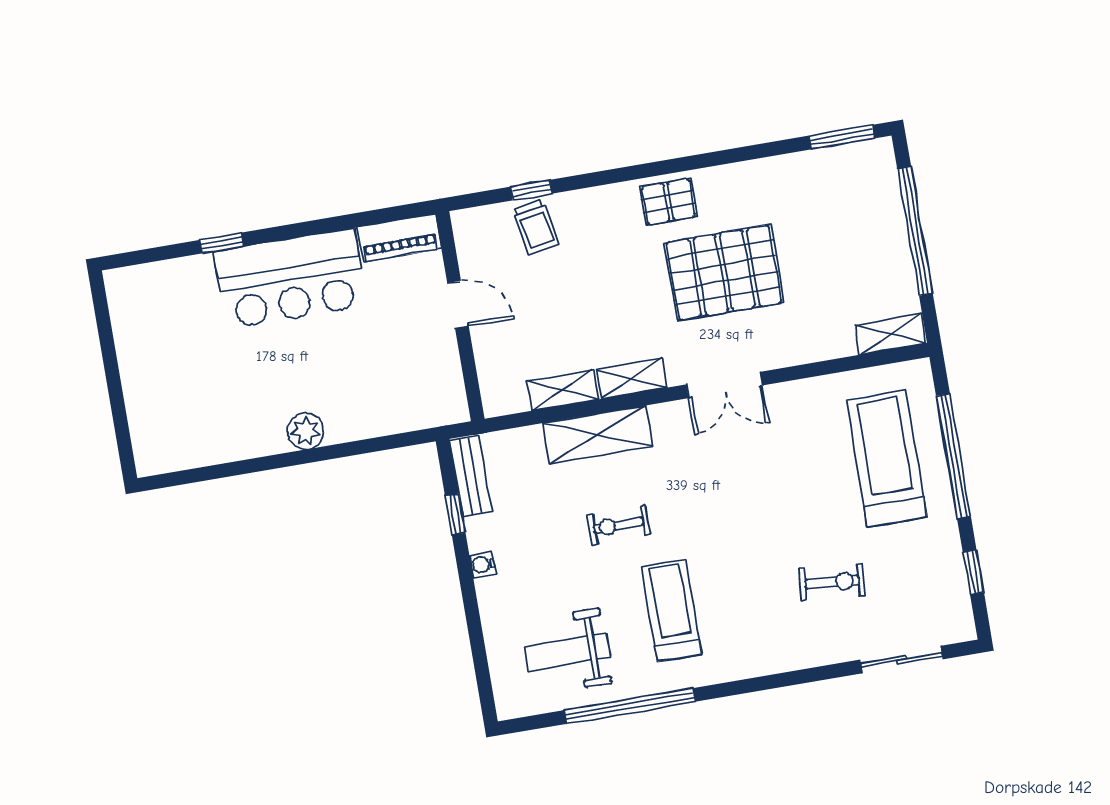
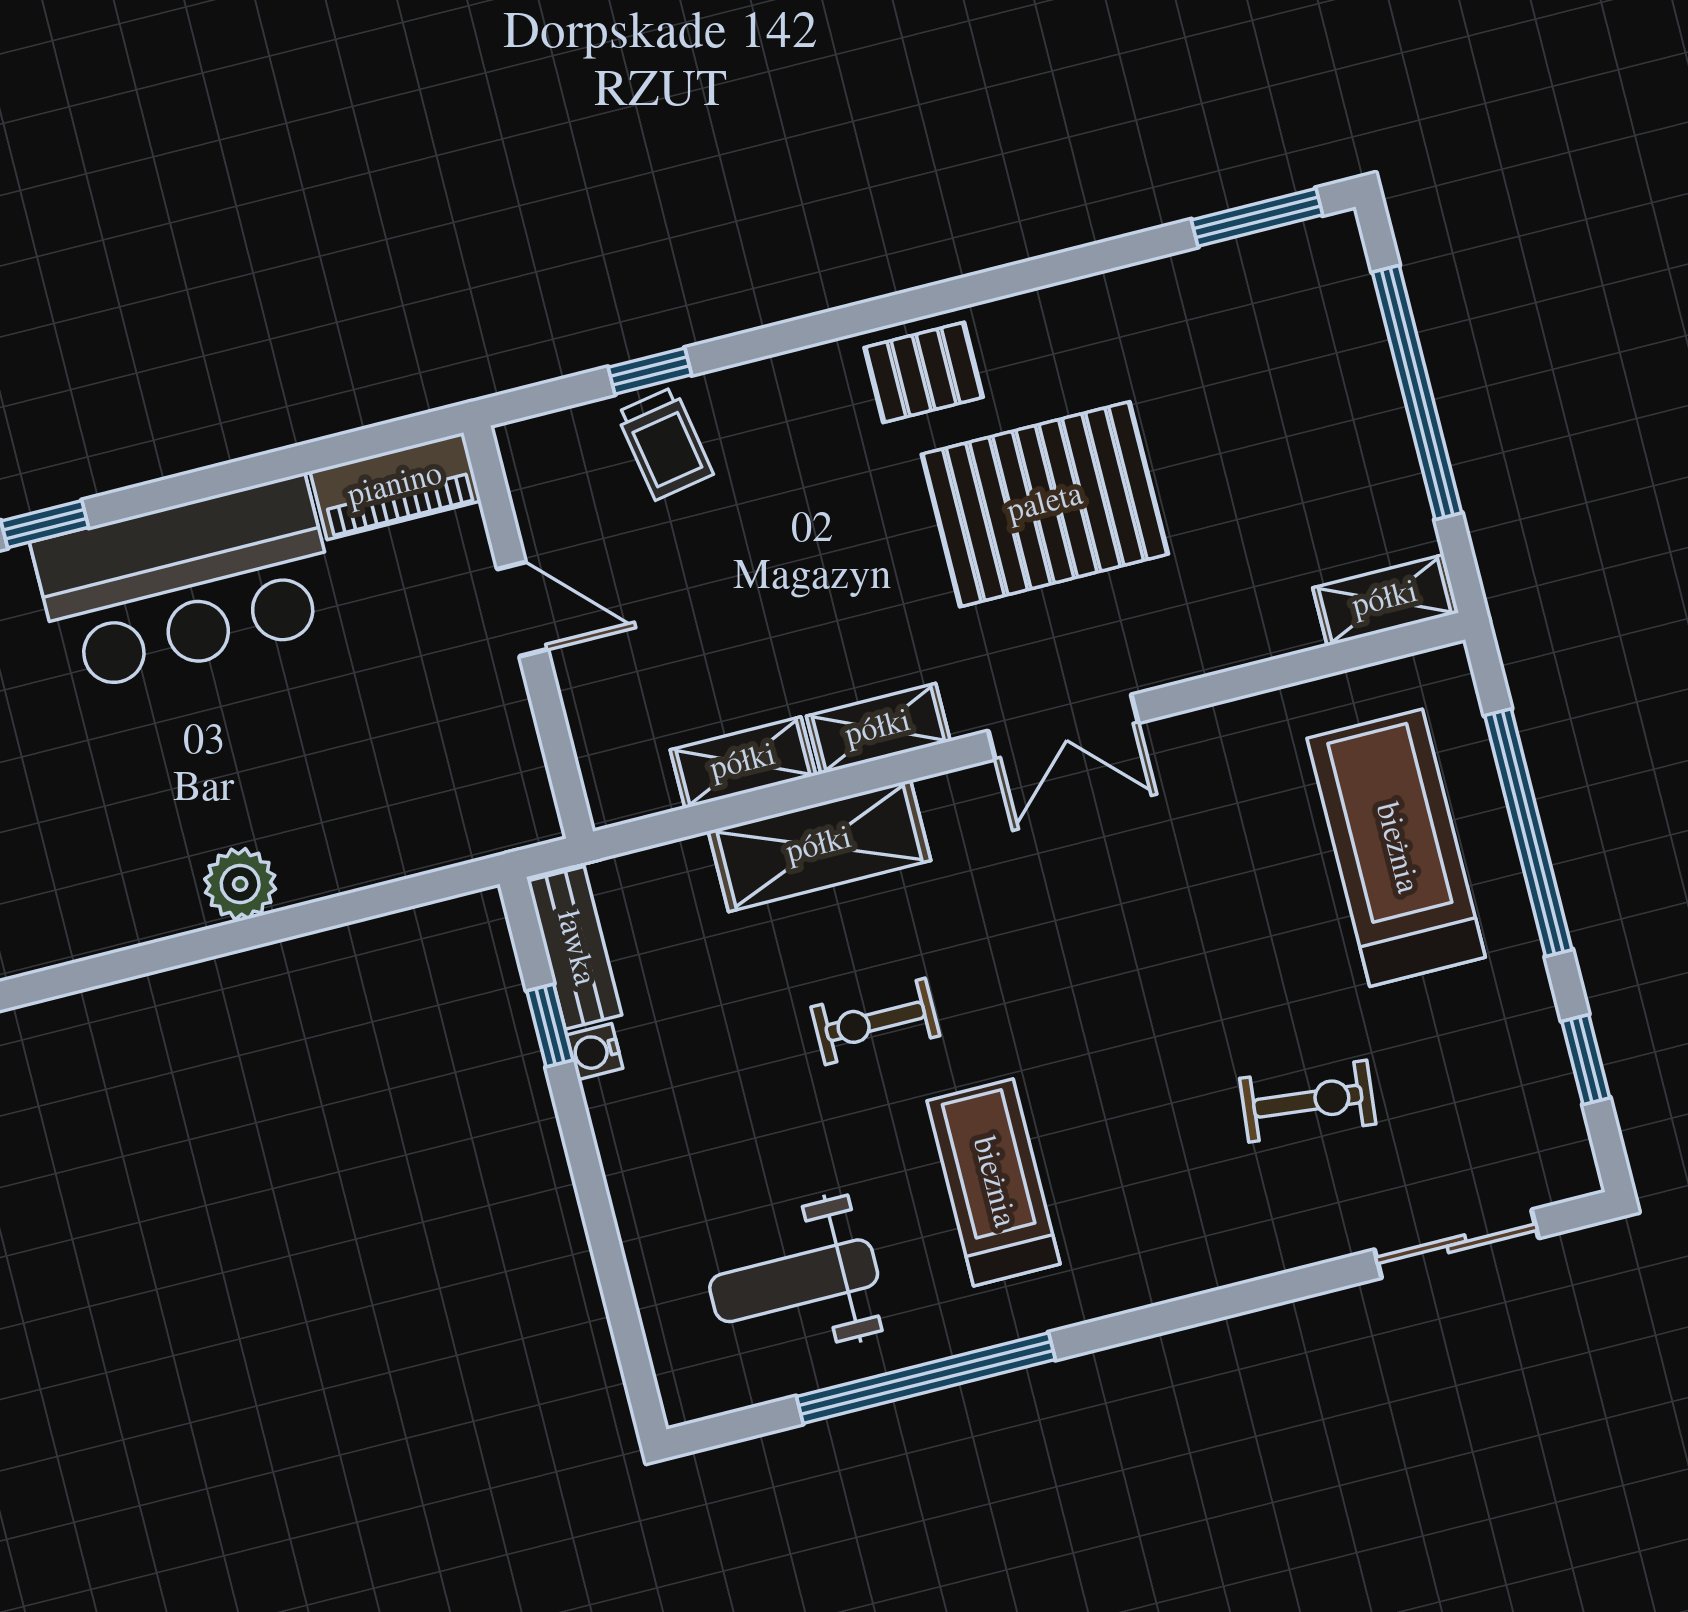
water cooler: (483, 564) -> (595, 1052), moved

